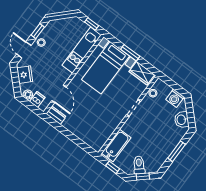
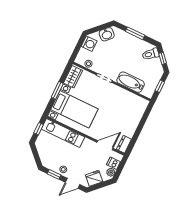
bathtub: (116, 145) -> (131, 82), moved
toilet: (139, 165) -> (151, 54), moved

